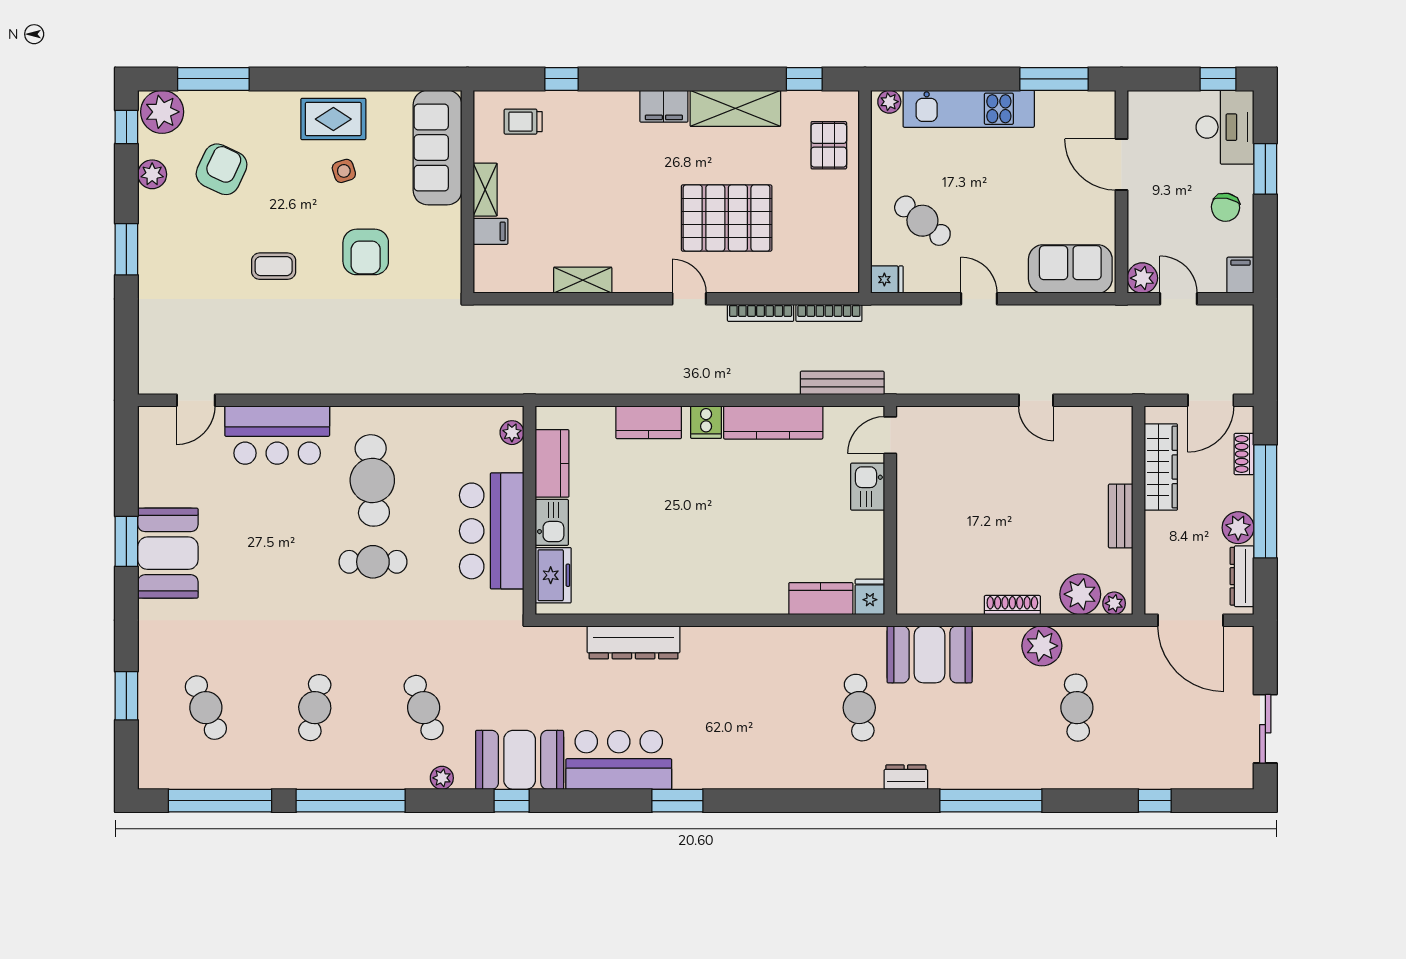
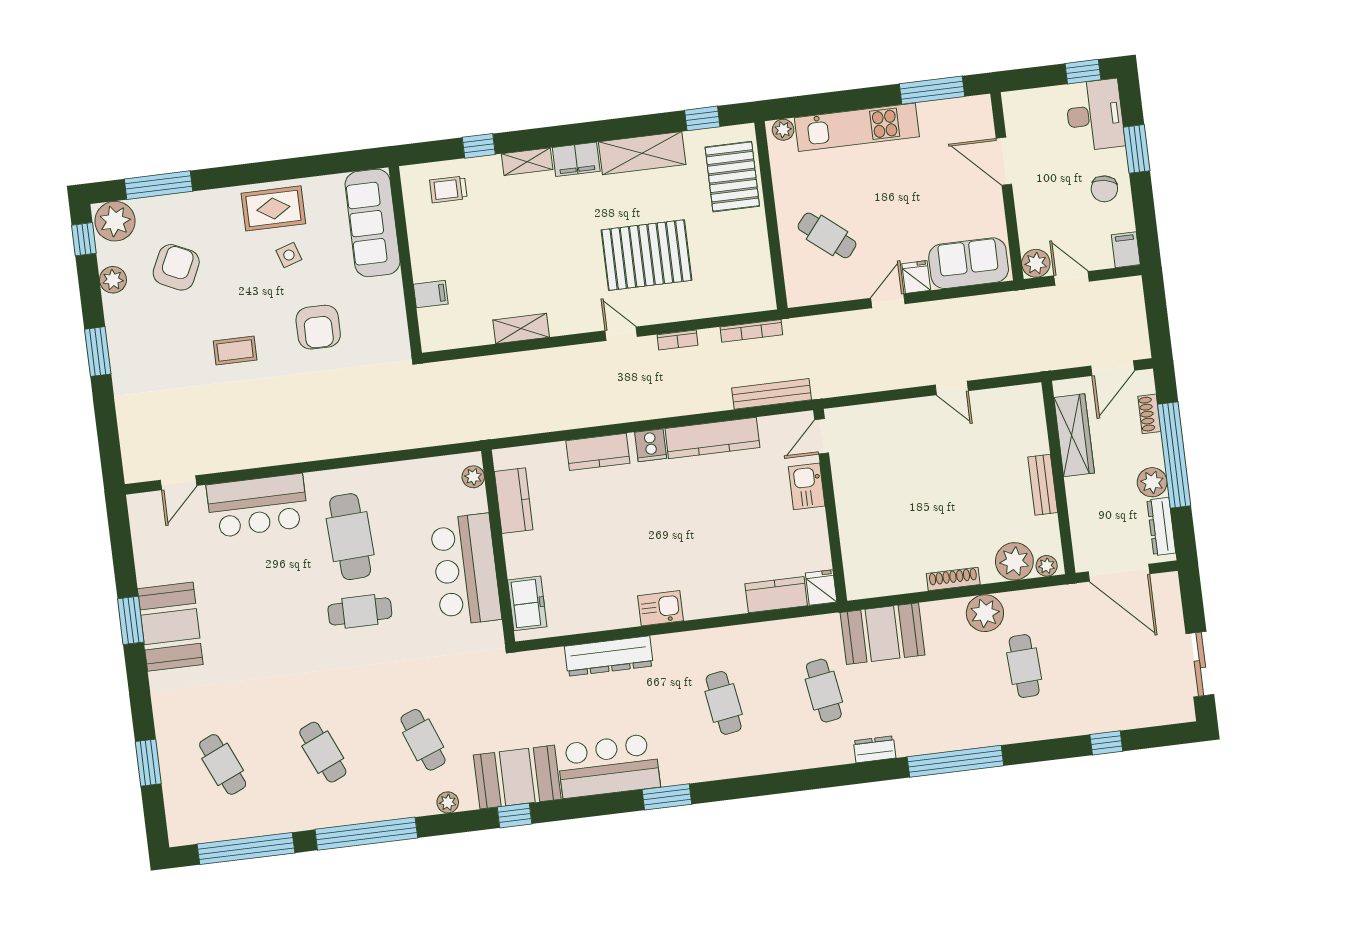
pallet: (829, 145) -> (732, 177), width x1.50, depth x1.42
shelving: (485, 190) -> (527, 162), moved, turned 90
fridge: (887, 280) -> (916, 277), moved, turned -90
door: (979, 299) -> (888, 301), hinge flipped
bookcase: (761, 313) -> (677, 340), width x0.64
kitchen sink: (552, 522) -> (661, 608), moved, turned -90
cafe table: (315, 708) -> (323, 752), turned -36
cafe table: (750, 708) -> (724, 703), added

